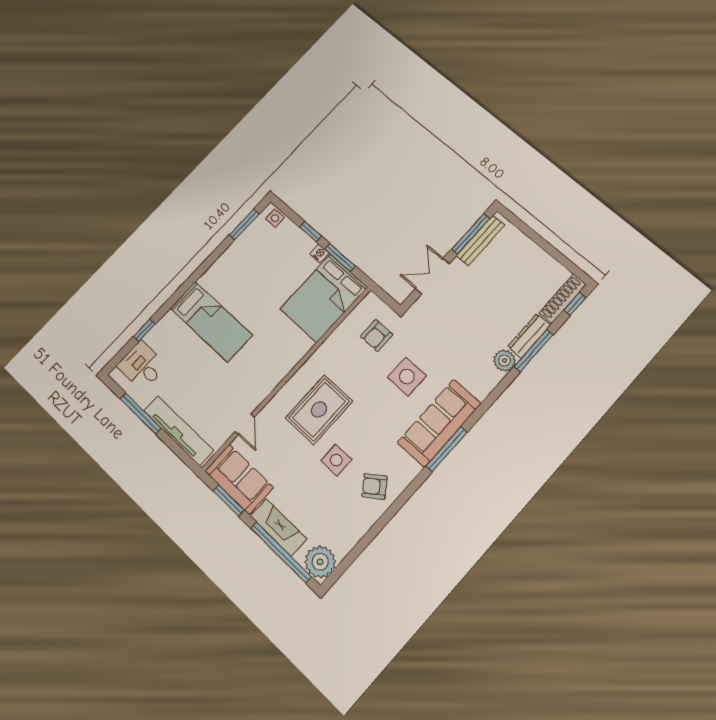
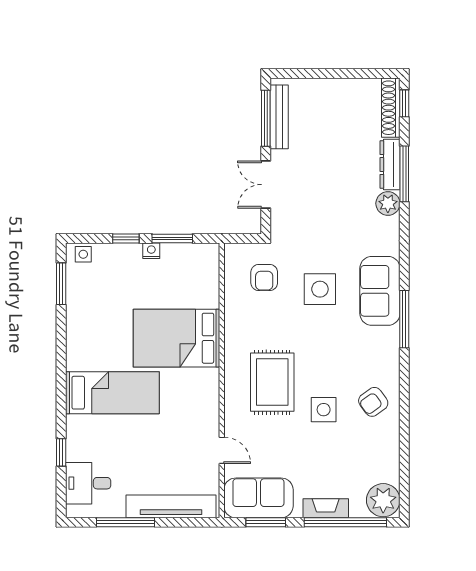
bed: (324, 298) -> (177, 338), moved, turned 90
sofa: (439, 423) -> (380, 291), width x0.73
fireplace: (278, 527) -> (326, 508), width x0.73, depth x0.76

